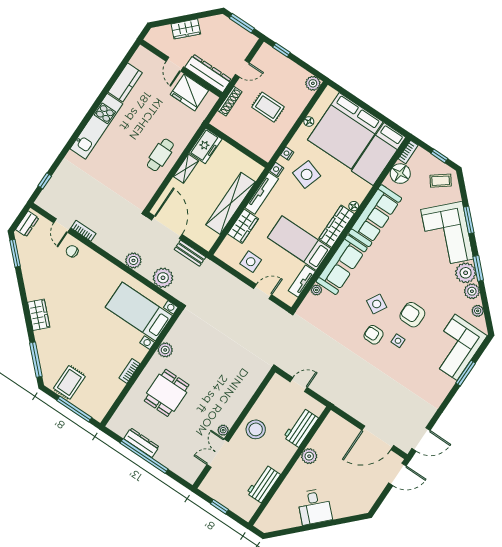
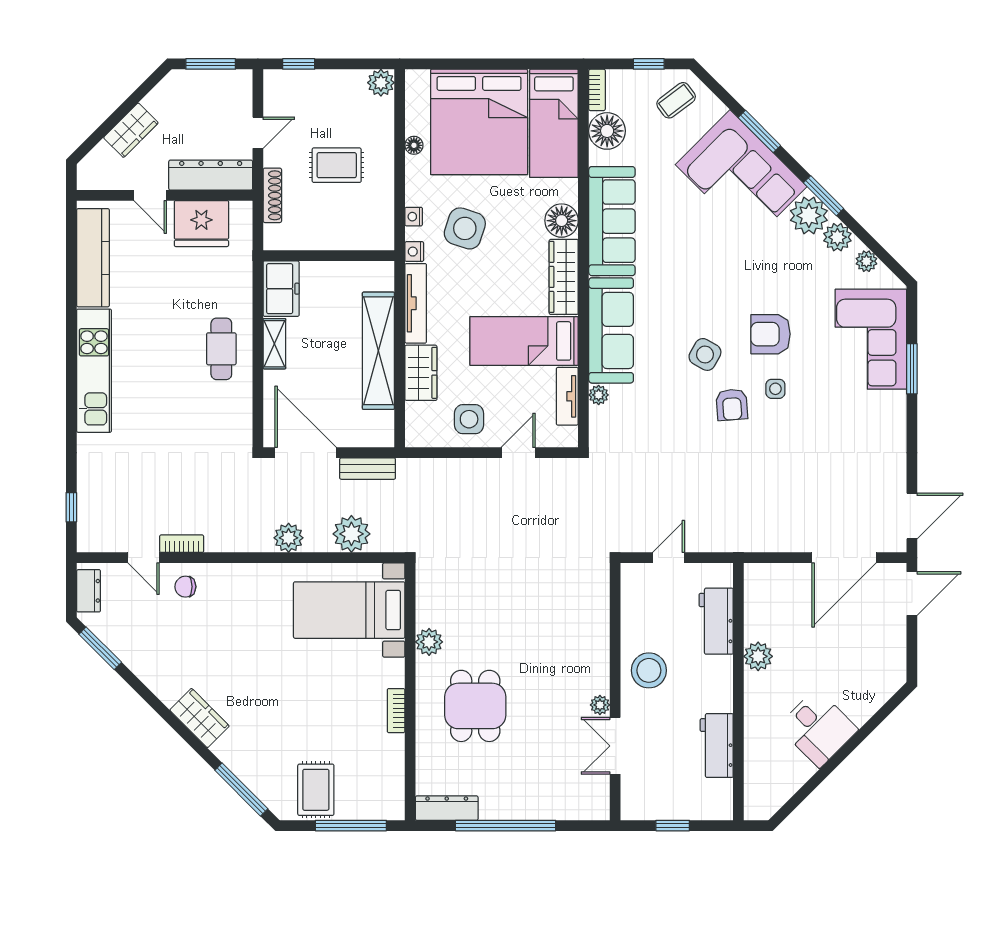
kitchen counter: (125, 82) -> (93, 258), width x1.50
floor lamp: (354, 206) -> (562, 221), width x1.89, depth x1.89
armchair: (374, 335) -> (732, 405), turned -94
dresser: (141, 443) -> (447, 808), moved

